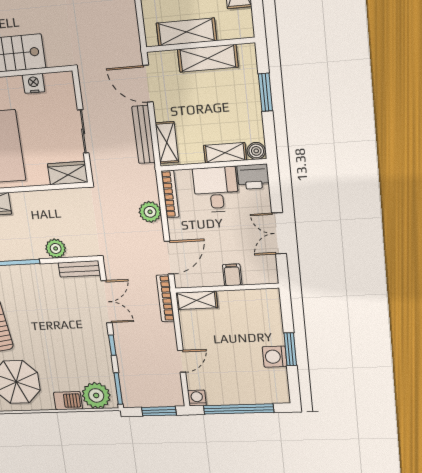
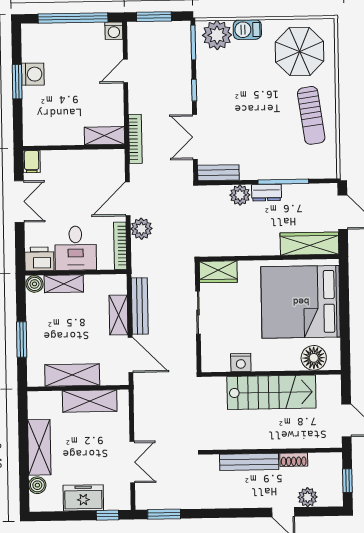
shelving: (167, 142) -> (118, 315), moved
dresser: (30, 252) -> (266, 193), added
door: (169, 258) -> (128, 199), moved
filing cabinet: (232, 275) -> (32, 162), moved

